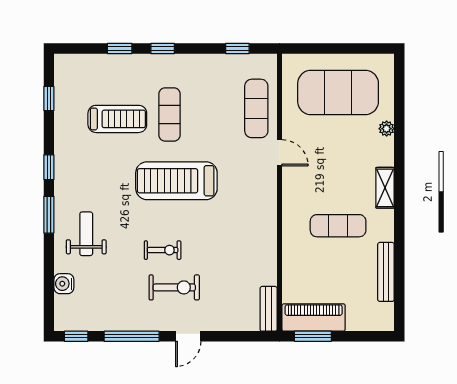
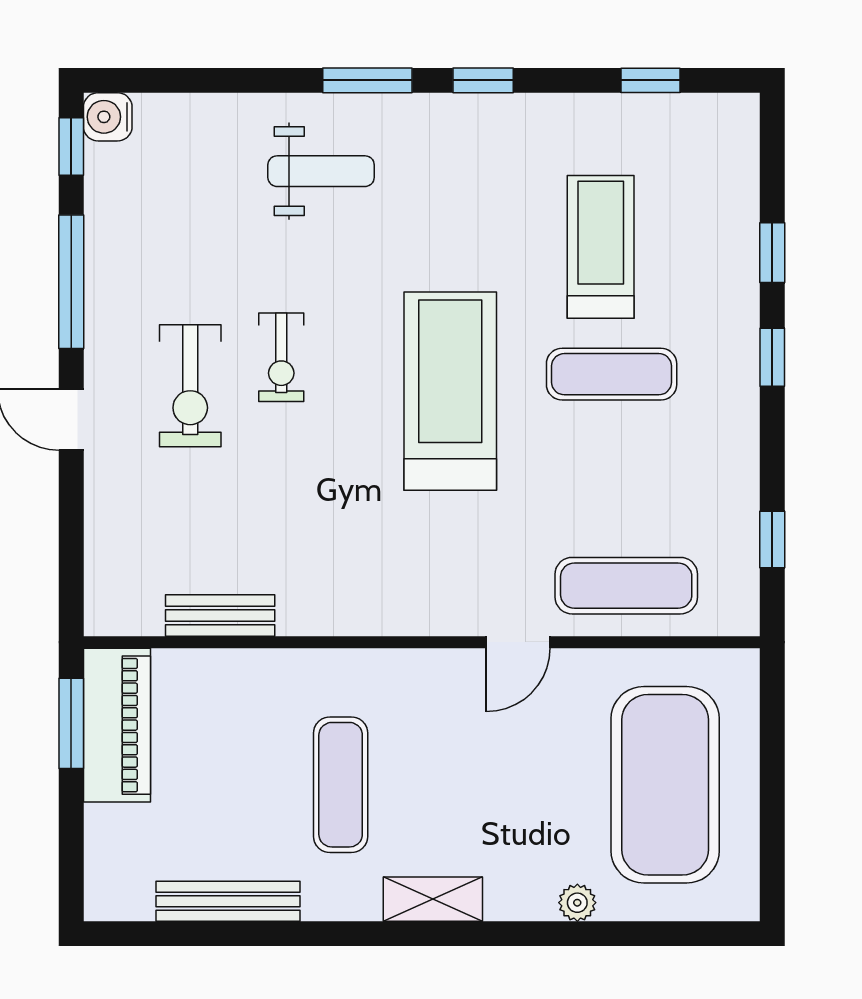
treadmill: (117, 119) -> (601, 247), turned 180
water cooler: (64, 284) -> (108, 117), moved, turned -90
bench: (269, 309) -> (220, 615), moved

